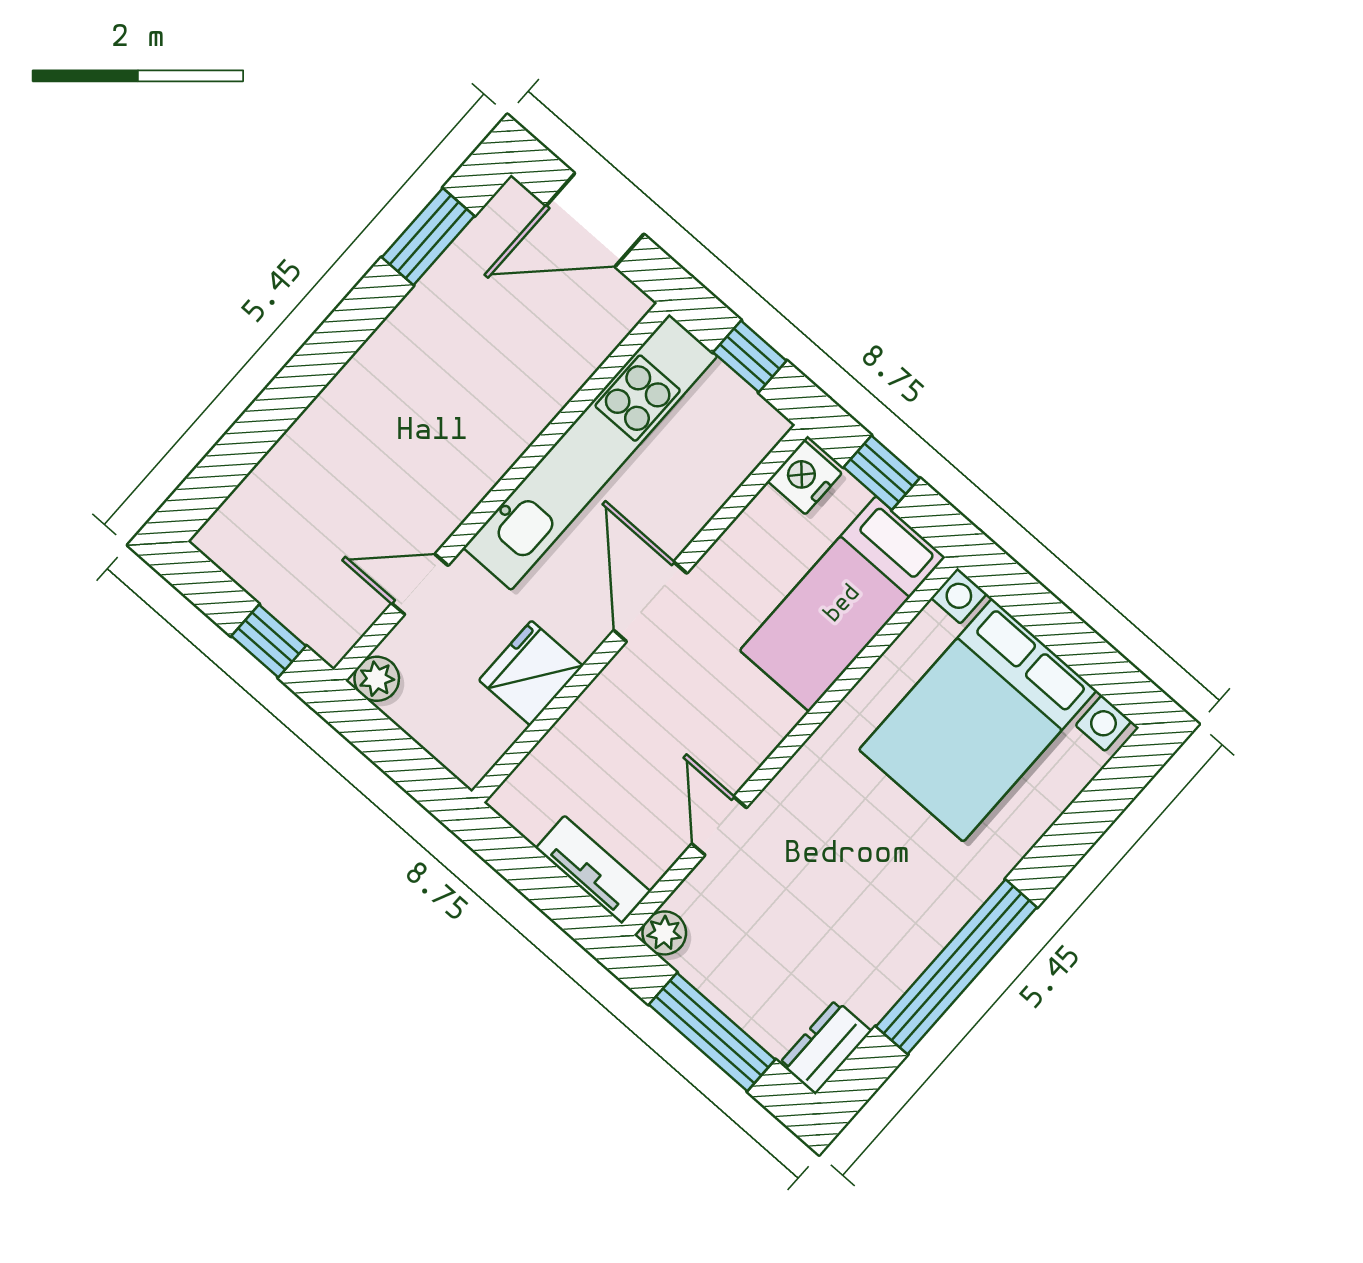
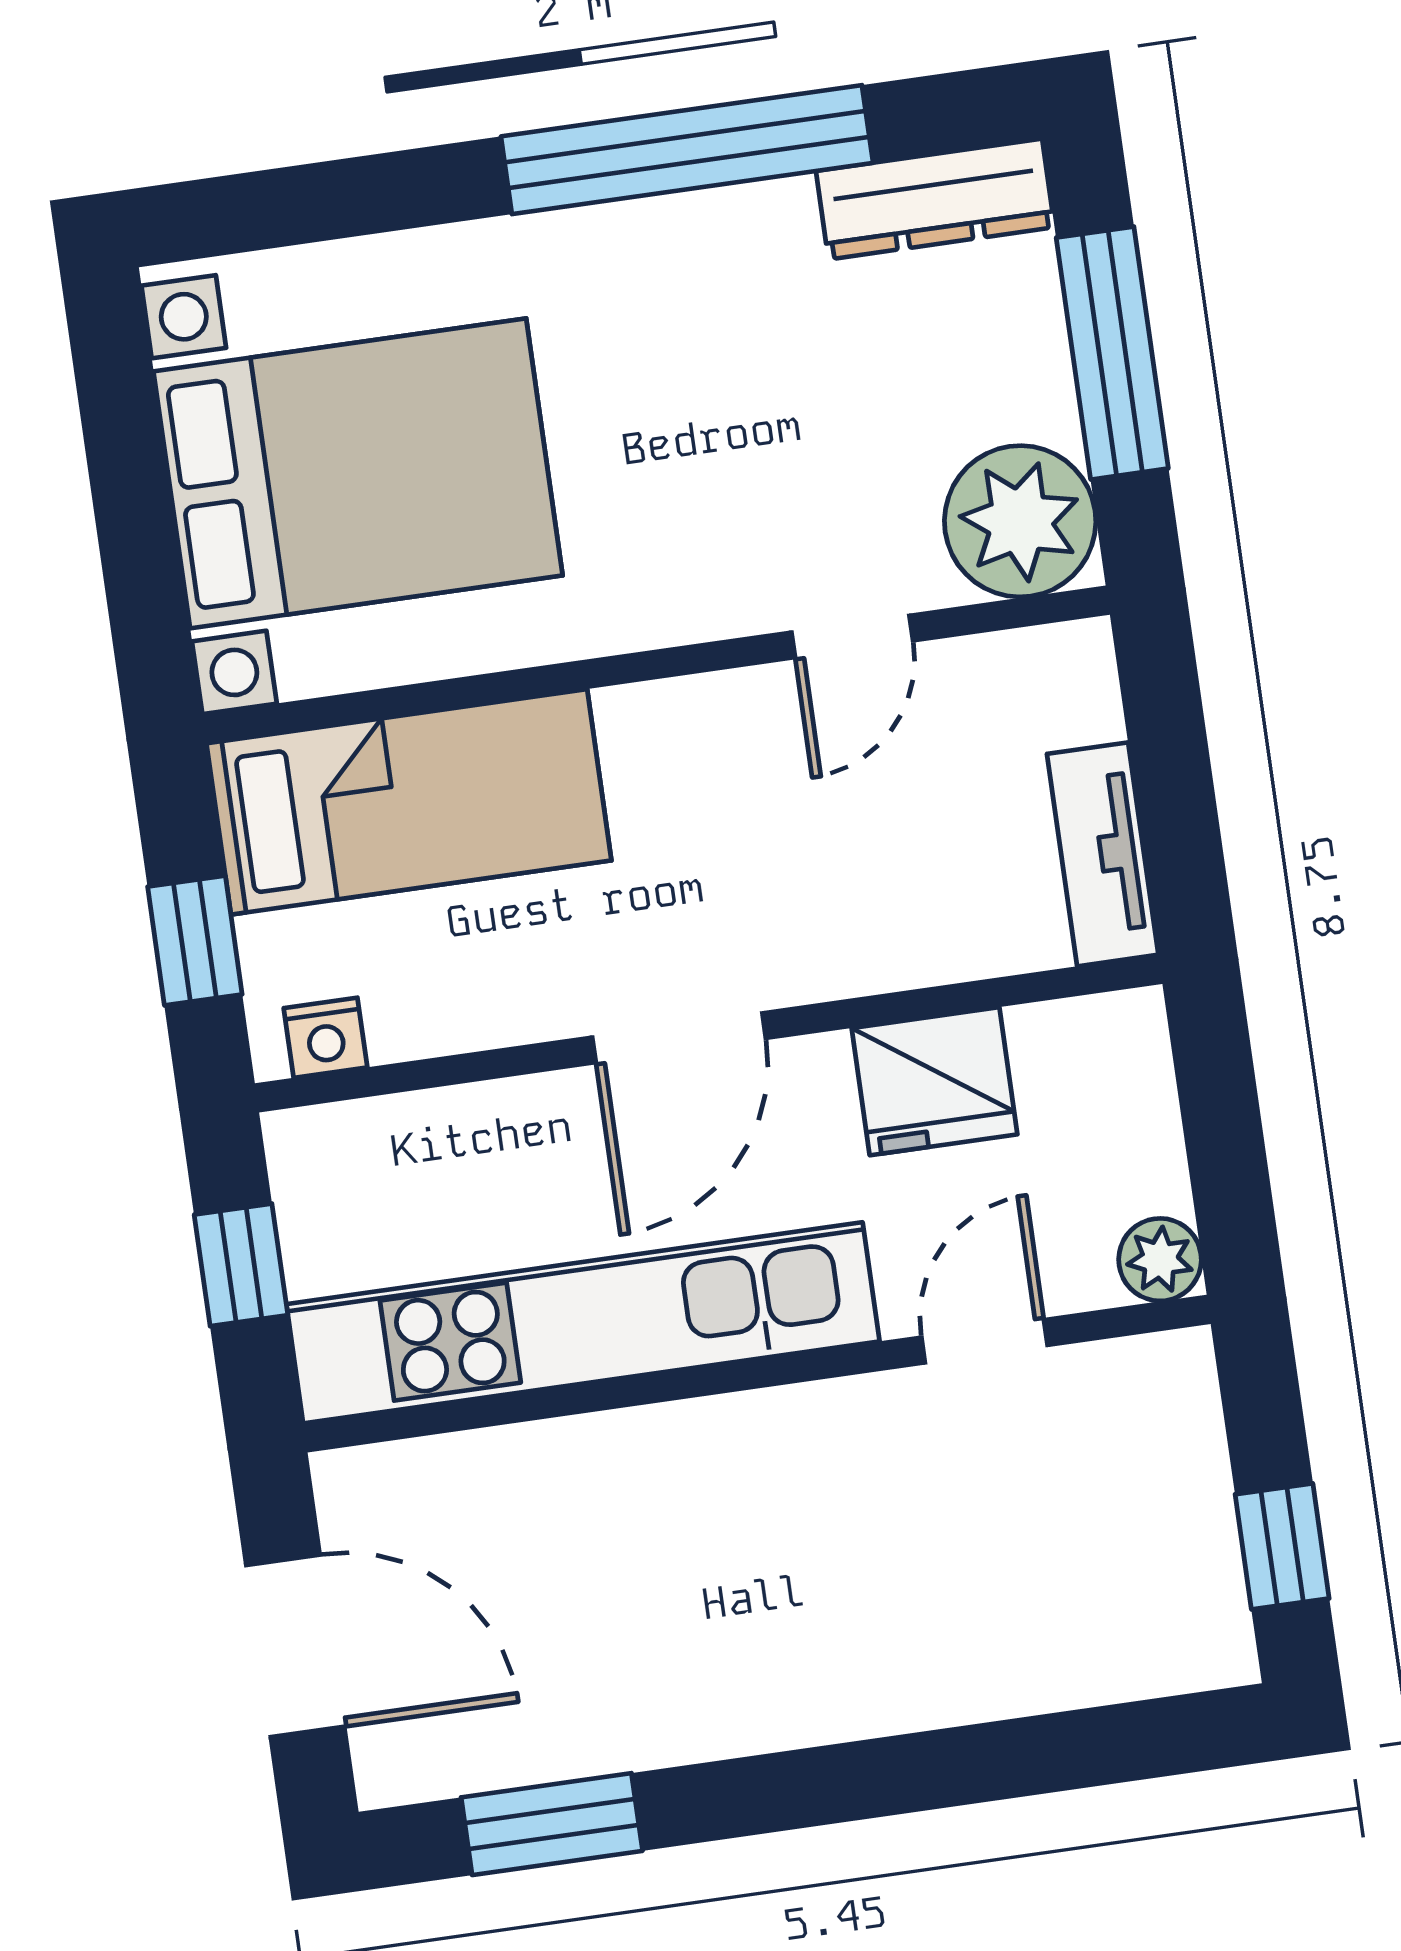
nightstand: (805, 477) -> (326, 1038), width x0.72, depth x0.74
door: (420, 584) -> (984, 1341), swing flipped
window: (269, 641) -> (1282, 1546), moved
tv unit: (593, 870) -> (1103, 854), moved
plant: (664, 933) -> (1020, 521), width x1.87, depth x1.87
dresser: (826, 1047) -> (935, 199), width x1.44

